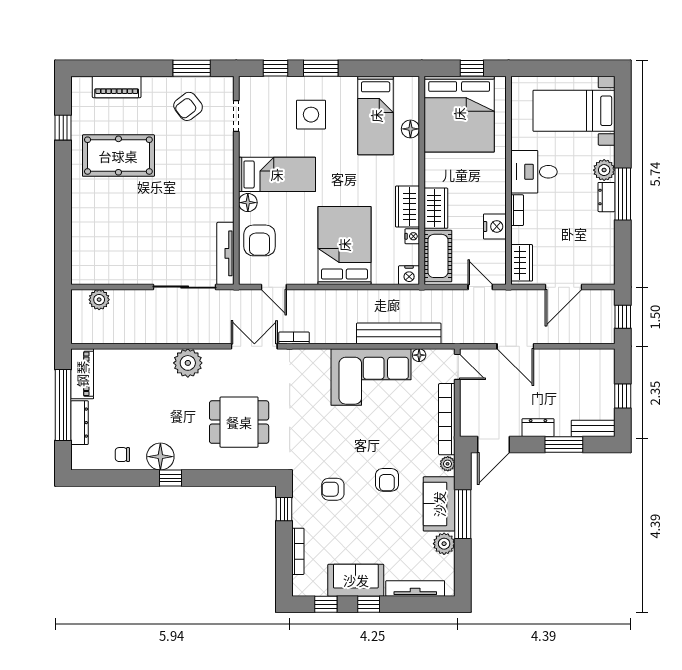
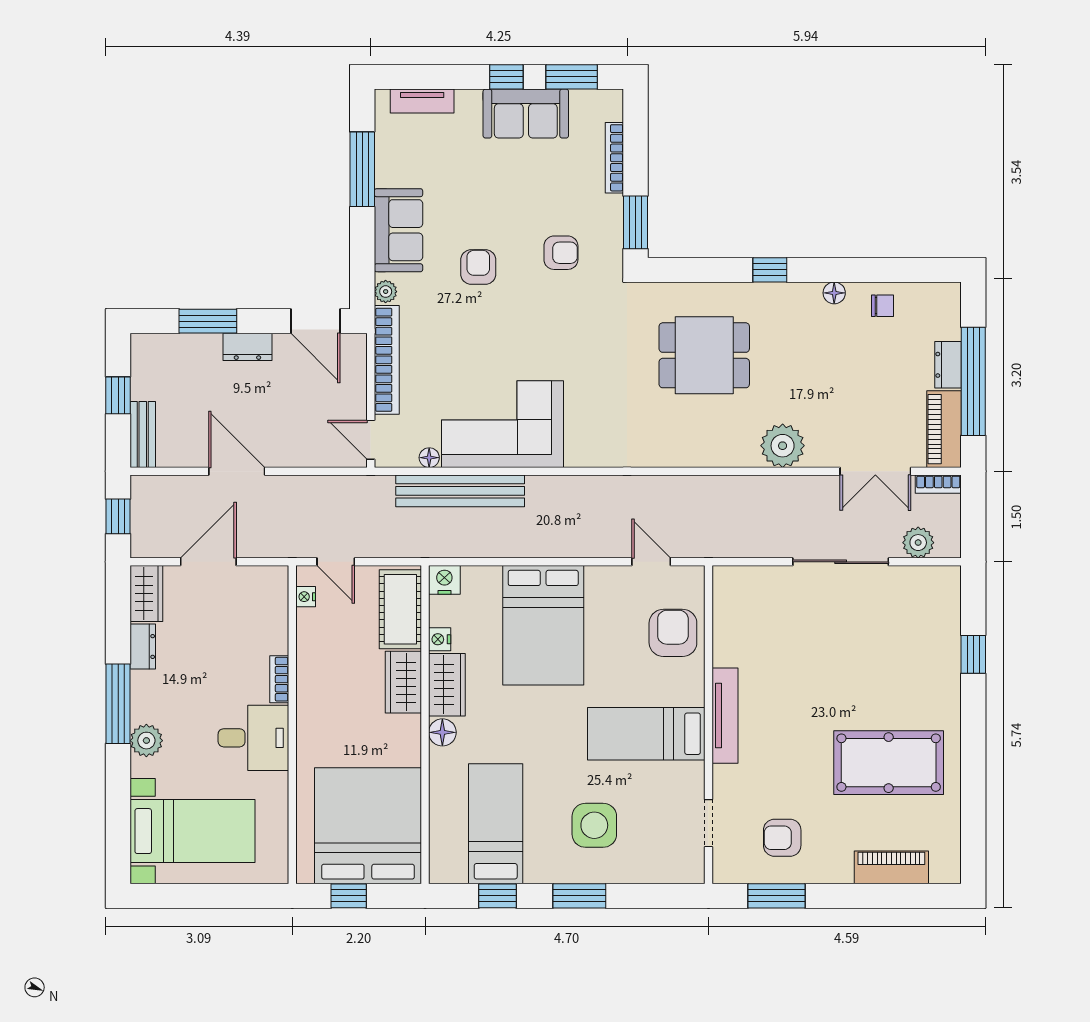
window: (276, 68) -> (497, 896), moved
armchair: (188, 106) -> (782, 838), turned -142
window: (63, 128) -> (973, 654), moved
floor lamp: (410, 129) -> (442, 732), moved
dresser: (606, 197) -> (143, 646), moved
floor lamp: (248, 203) -> (691, 691), removed
nightstand: (495, 226) -> (306, 597), moved, width x0.53, depth x0.56
tv unit: (225, 253) -> (725, 716), moved
wardrobe: (522, 263) -> (146, 593), moved, turned 180
sliding door: (185, 287) -> (841, 562), moved
bookcase: (294, 338) -> (938, 484), moved
double door: (254, 346) -> (875, 471), moved
door: (515, 346) -> (237, 471), moved
dresser: (80, 423) -> (948, 365), width x0.70
bench: (593, 428) -> (143, 435), moved, turned 90
door: (493, 444) -> (316, 321), swing flipped
floor lamp: (160, 457) -> (834, 293), width x0.53, depth x0.53
window: (170, 478) -> (770, 270), moved
window: (284, 509) -> (636, 222), width x1.50
window: (463, 514) -> (362, 169), moved
plant: (444, 544) -> (391, 170), removed
tv unit: (415, 588) -> (422, 101), width x0.71
window: (326, 604) -> (572, 77), width x1.50

